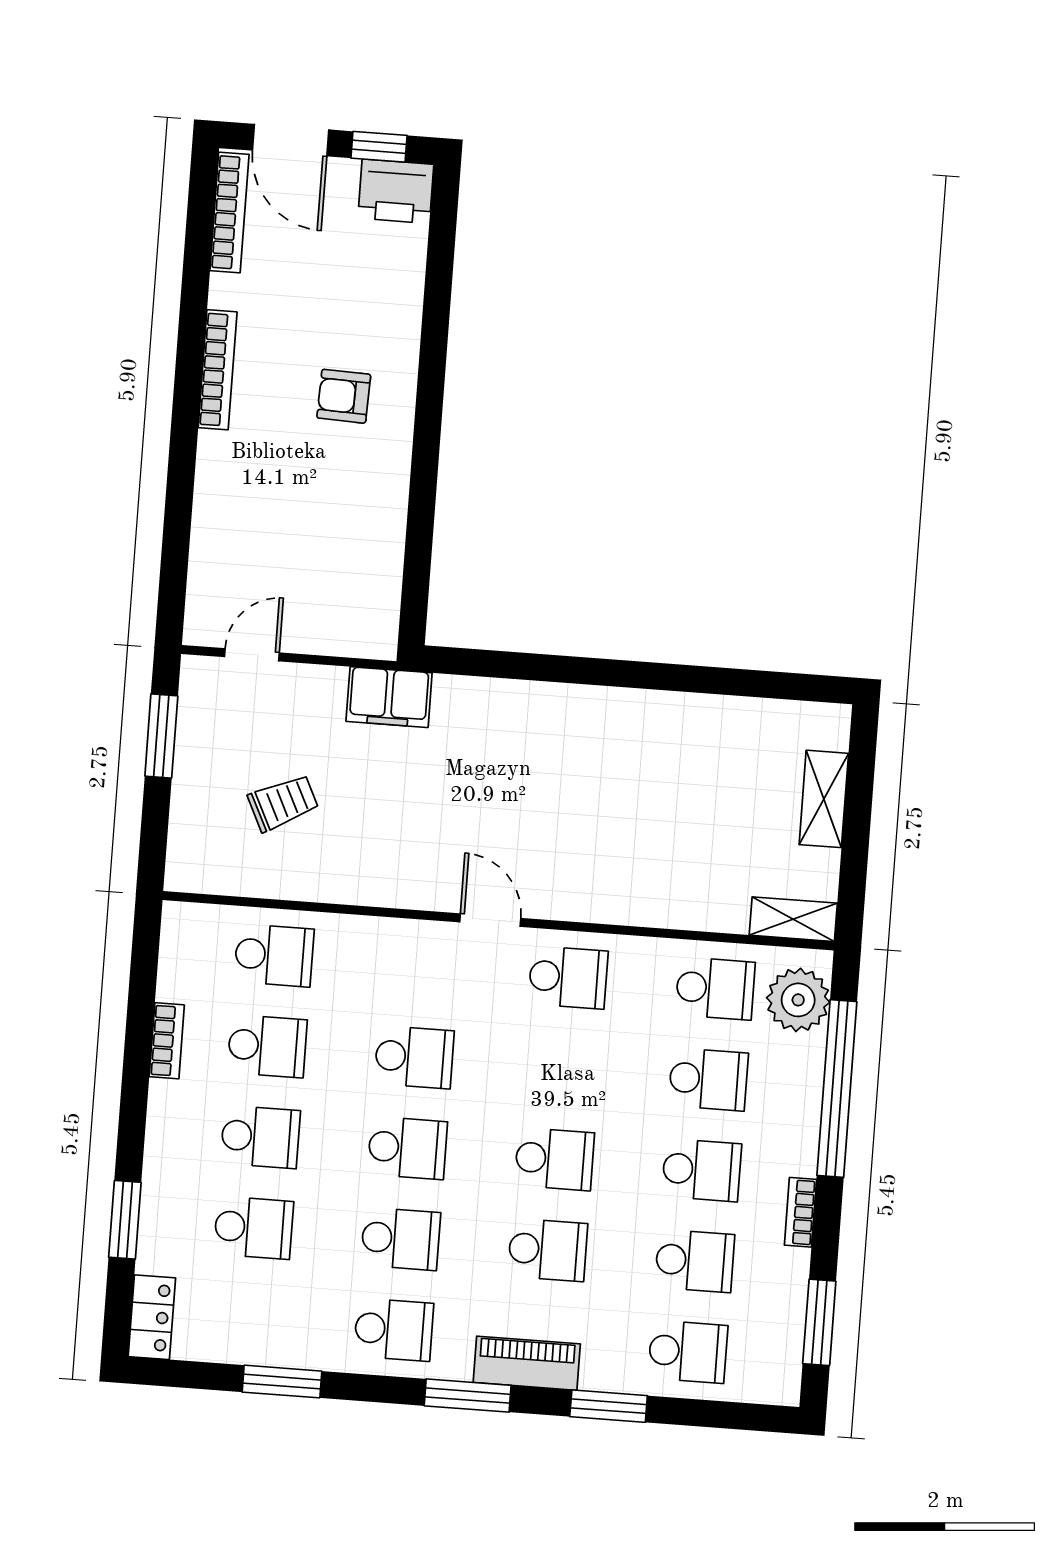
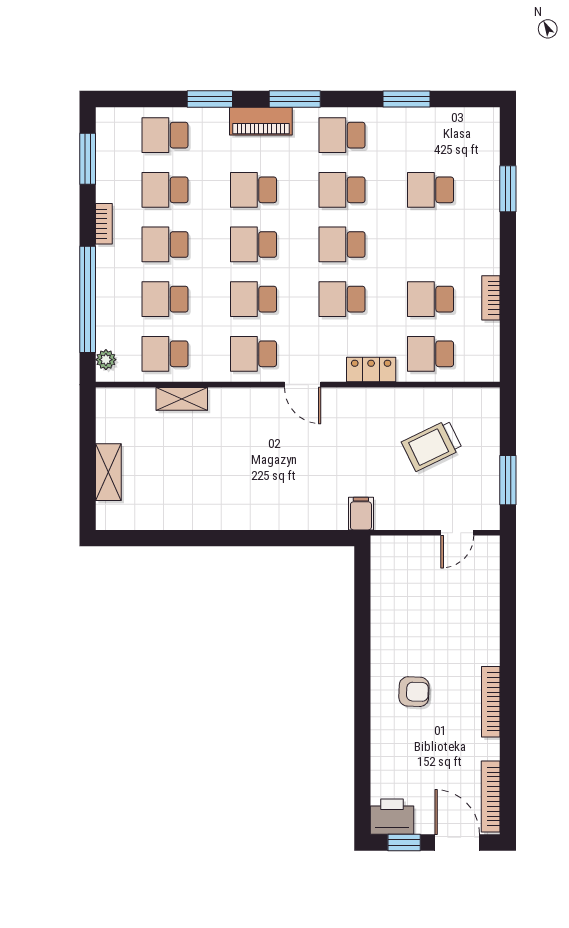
filing cabinet: (389, 697) -> (361, 514), width x0.50
trolley: (283, 803) -> (432, 446), width x1.36, depth x1.39
shelving: (793, 919) -> (182, 399), moved
plant: (798, 1000) -> (106, 360), width x0.53, depth x0.53
school desk: (260, 1137) -> (253, 299), moved
locker: (152, 1317) -> (371, 369), moved, turned 90

